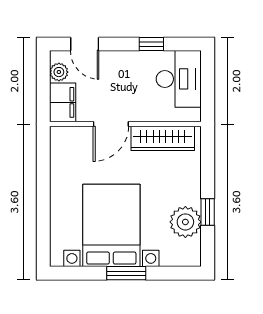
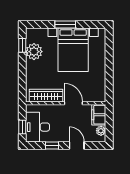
door: (85, 44) -> (77, 146), moved
window: (208, 79) -> (22, 127), added
door: (111, 124) -> (73, 103), hinge flipped
window: (208, 212) -> (22, 45), moved

